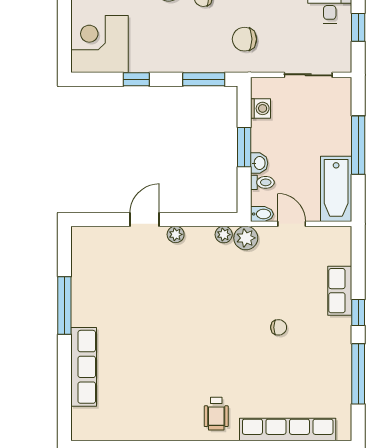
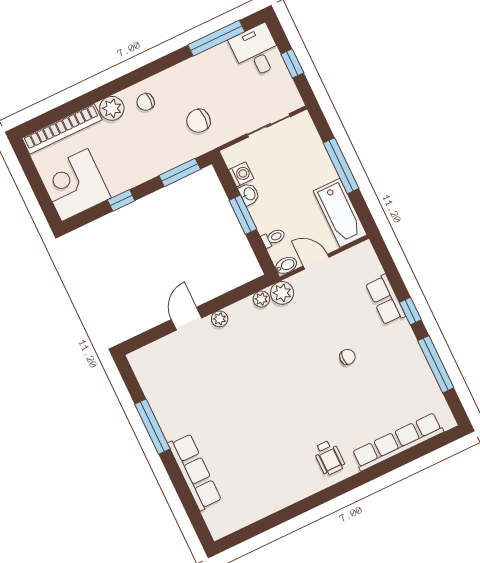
washbasin: (259, 163) -> (249, 194), moved

